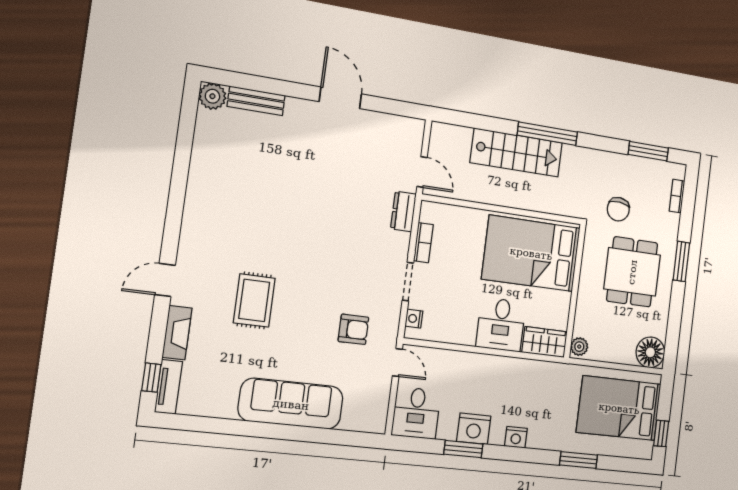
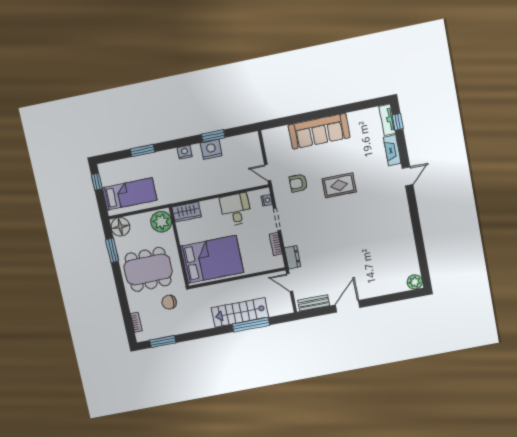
door: (340, 98) -> (348, 306), swing flipped
bench: (256, 101) -> (314, 303), moved
window: (547, 134) -> (251, 325), moved
chair: (618, 209) -> (169, 302), turned -96
window: (681, 261) -> (112, 250), moved
dining table: (632, 272) -> (148, 269), width x1.38
rug: (254, 300) -> (339, 185), moved, turned 90
desk: (501, 325) -> (236, 209), moved
plant: (579, 347) -> (161, 222), width x1.88, depth x1.88
bed: (619, 408) -> (130, 194), width x0.67
desk: (416, 413) -> (247, 148), removed

